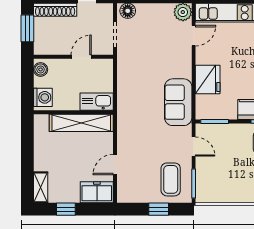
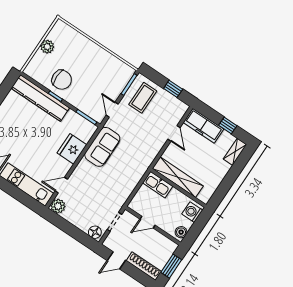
door: (115, 165) -> (174, 133), hinge flipped
freezer: (97, 192) -> (203, 126), width x1.40
window: (159, 209) -> (173, 89), moved

